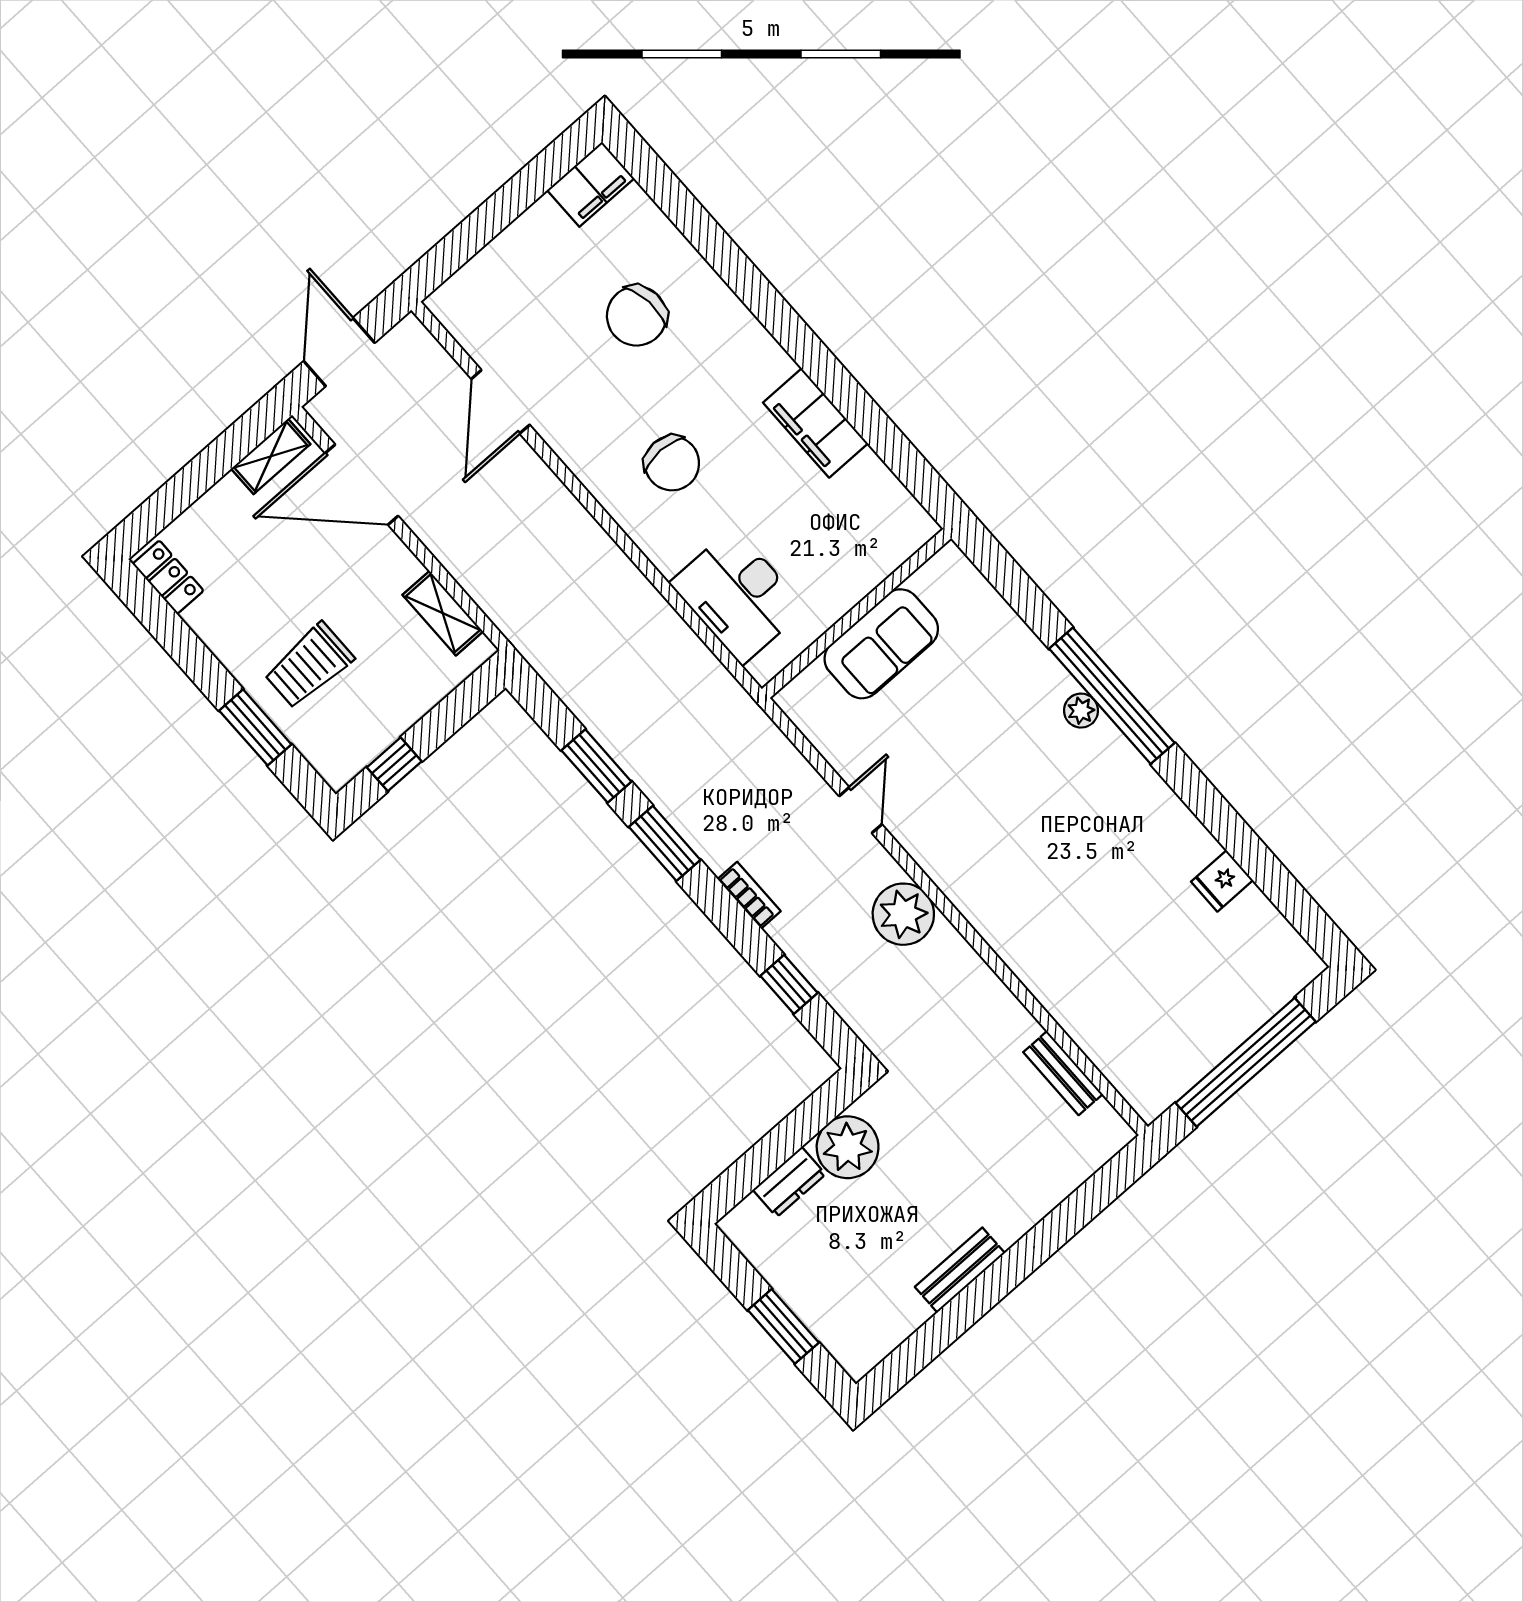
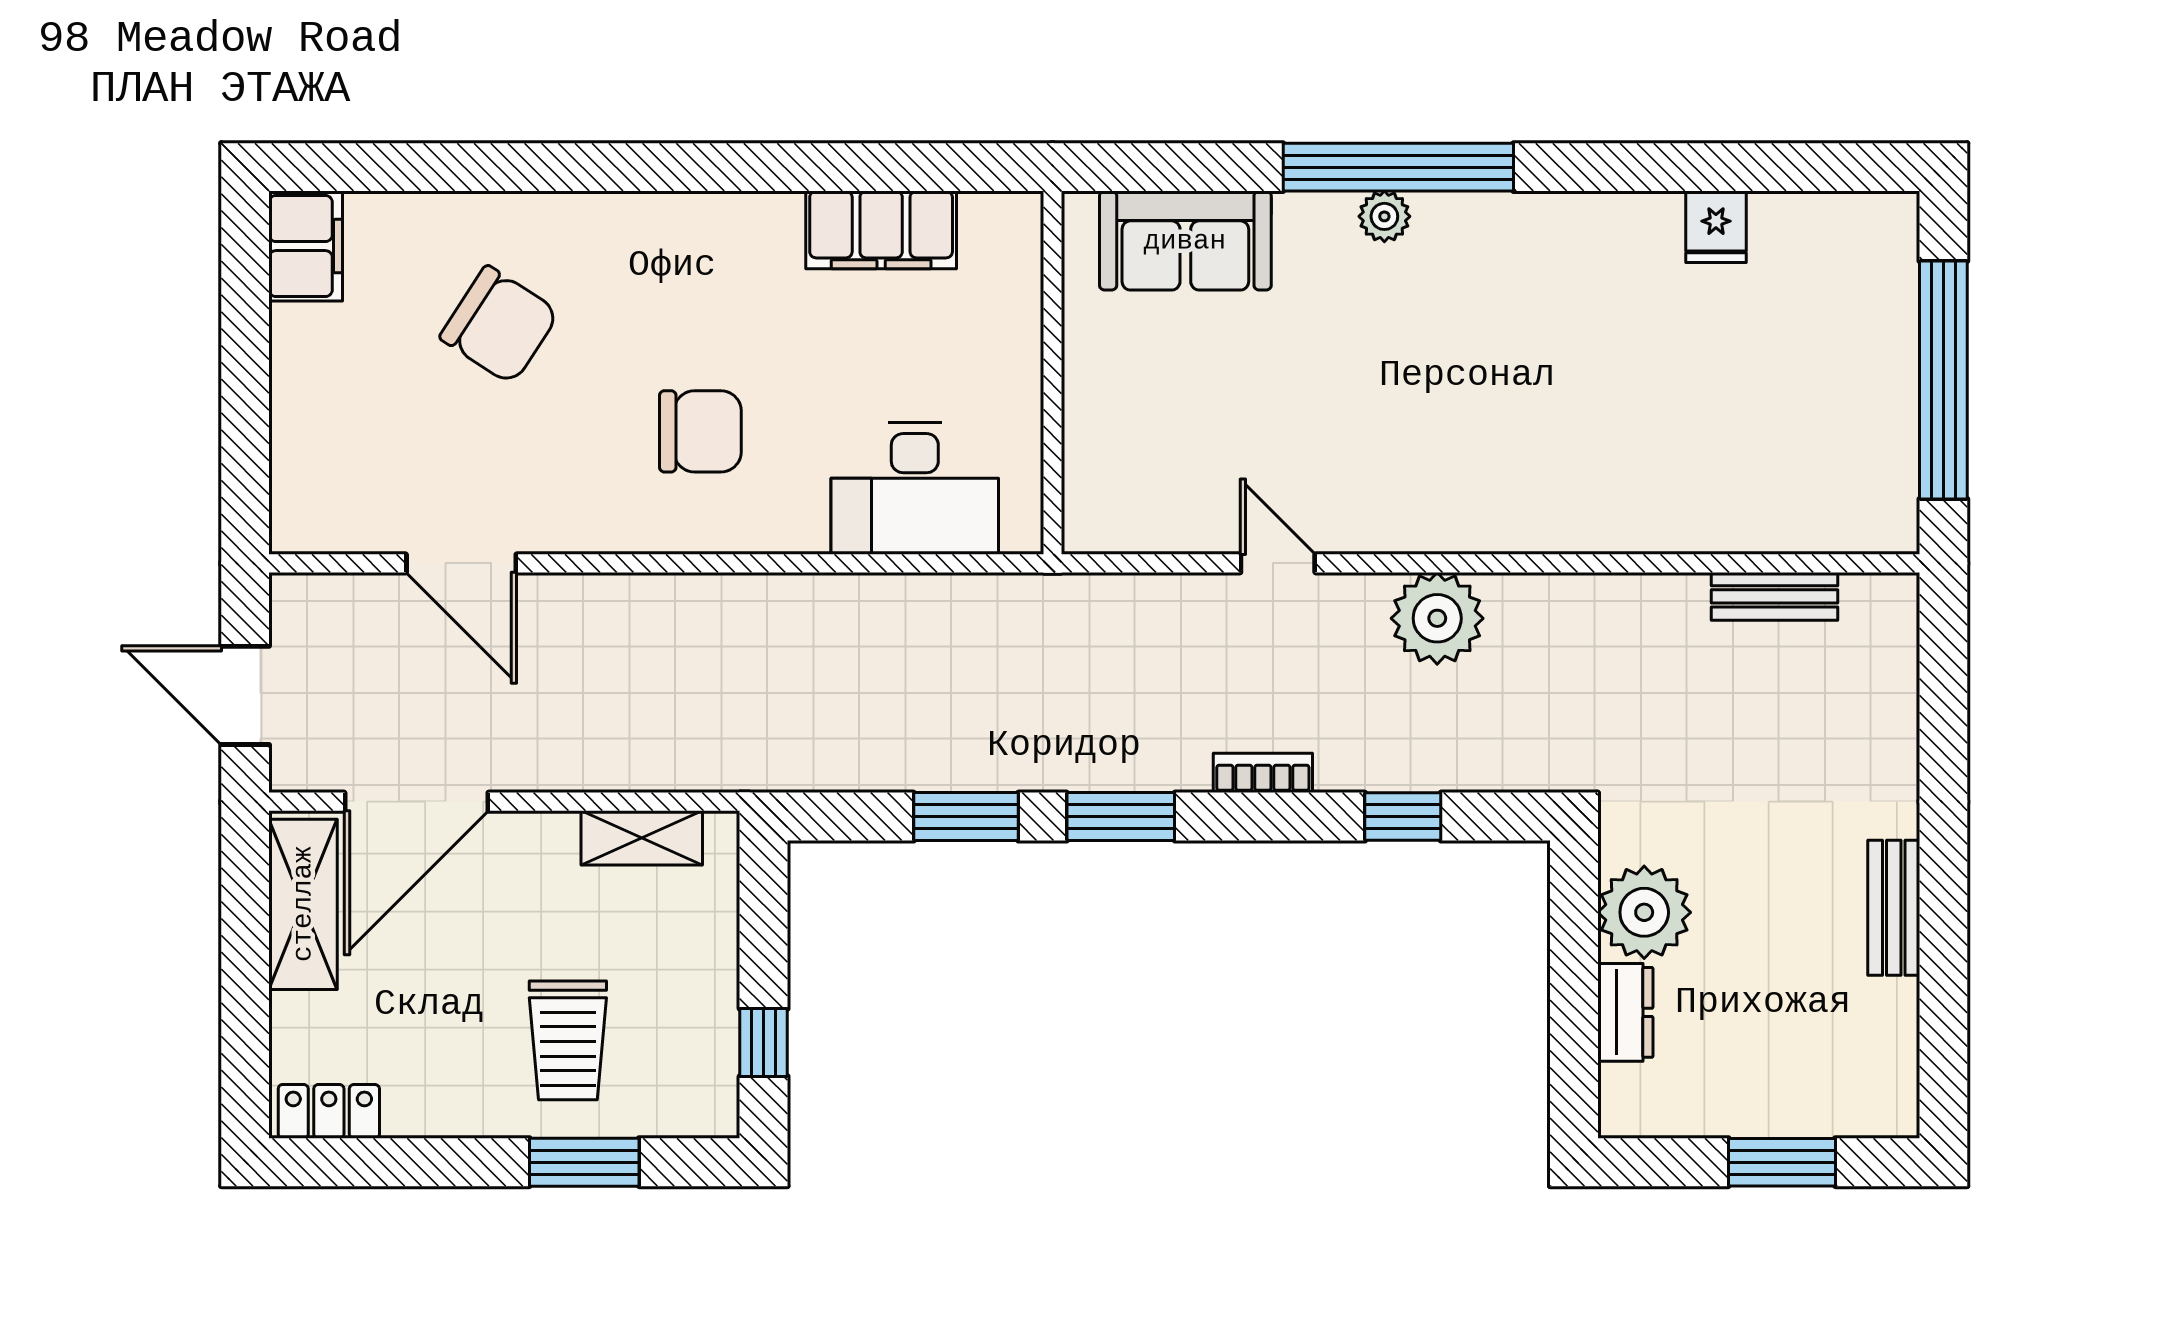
chair: (637, 316) -> (499, 325), turned -51
filing cabinet: (815, 423) -> (881, 230), moved
shelving: (271, 456) -> (303, 904), width x1.50, depth x1.33
sofa: (881, 644) -> (1185, 241), moved, turned 90

